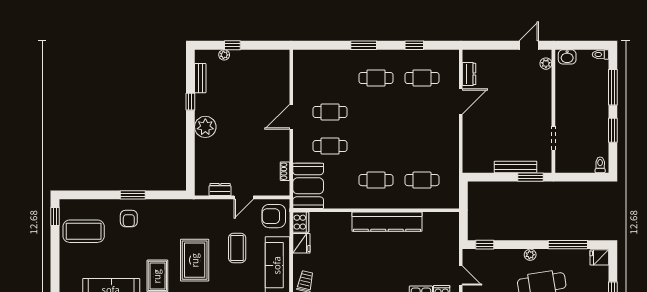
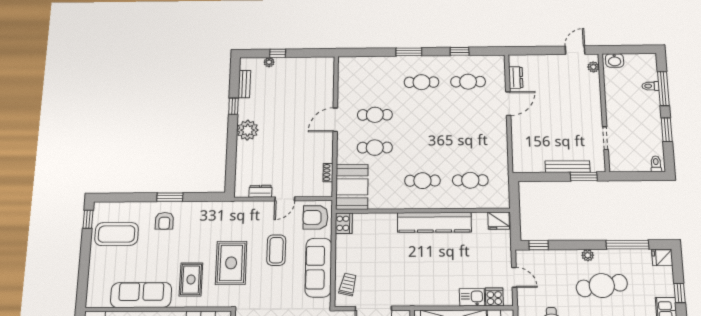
toilet: (601, 55) -> (650, 86), moved
fridge: (301, 243) -> (499, 221), moved, turned 90

